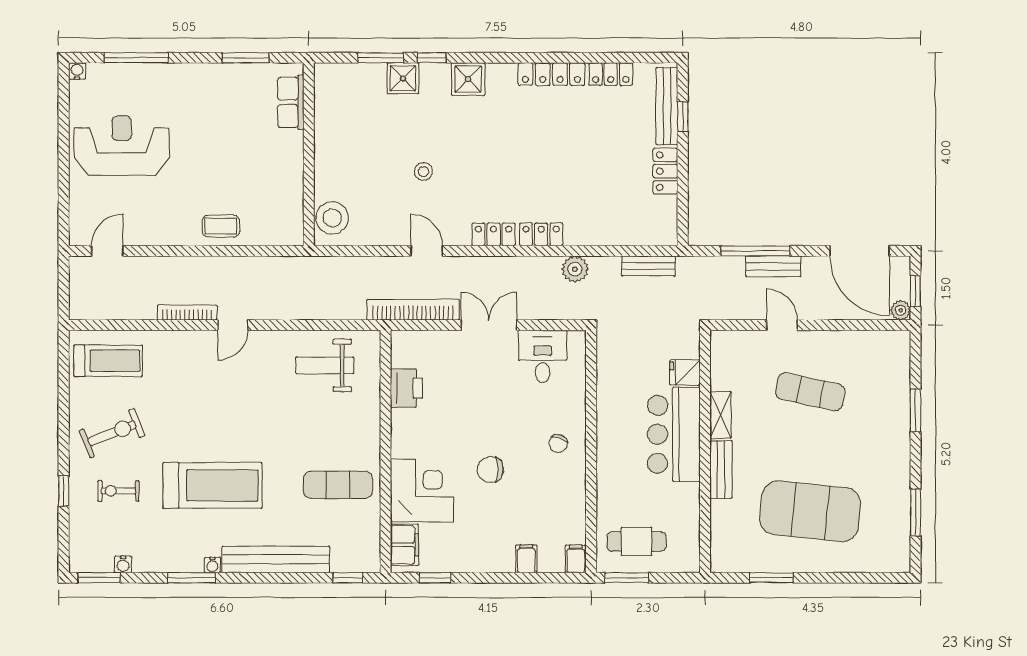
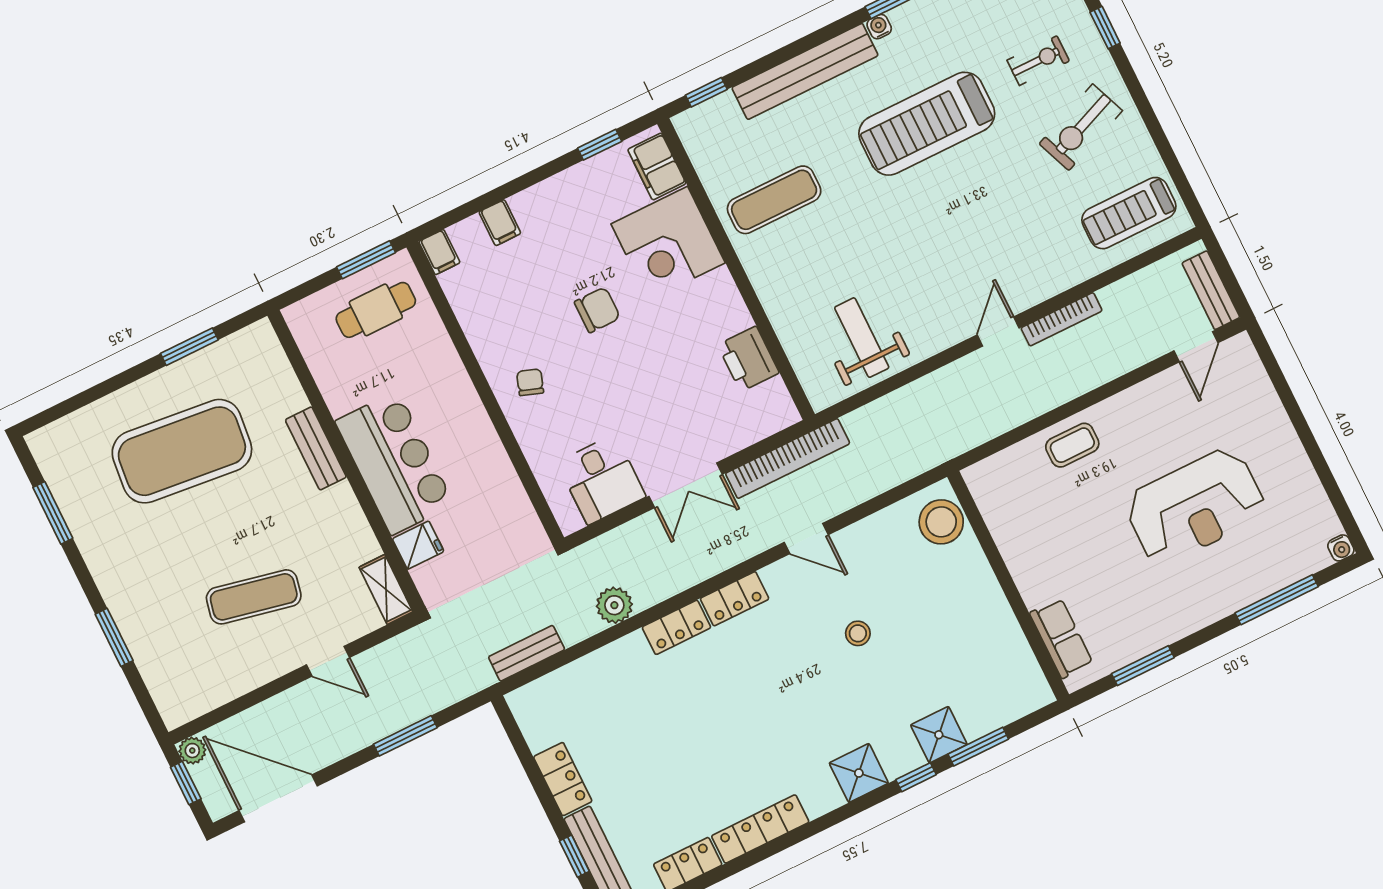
reception desk: (122, 146) -> (1195, 506), moved
window: (755, 251) -> (405, 736), width x0.69
bench: (773, 266) -> (1211, 290), moved, turned 90
weight bench: (325, 365) -> (862, 338), turned -90
shelving: (721, 415) -> (386, 589), moved

